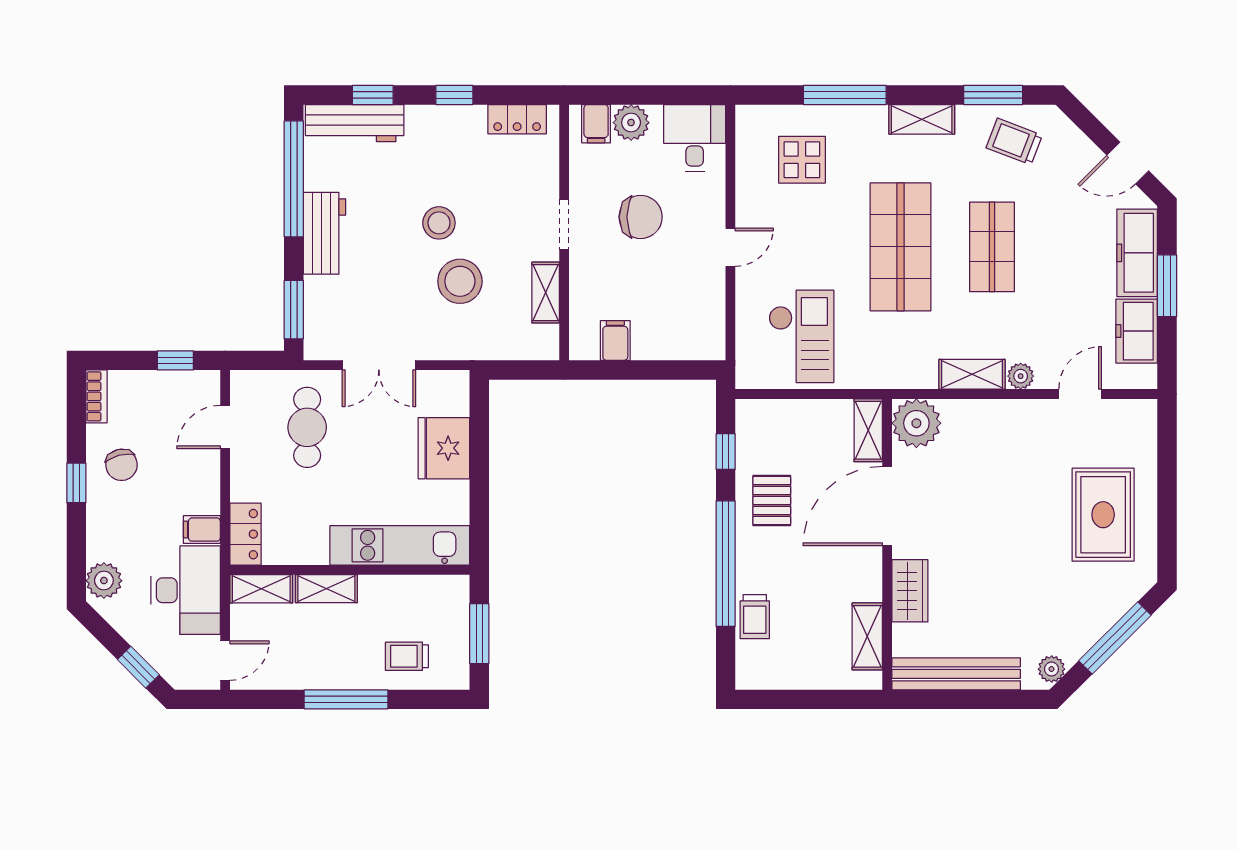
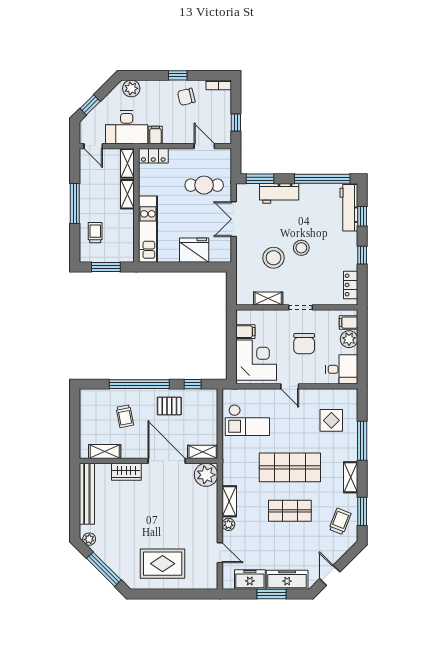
workbench: (325, 233) -> (279, 193), moved
corner desk: (675, 318) -> (256, 360), added
trolley: (755, 617) -> (125, 416), moved, turned -101

